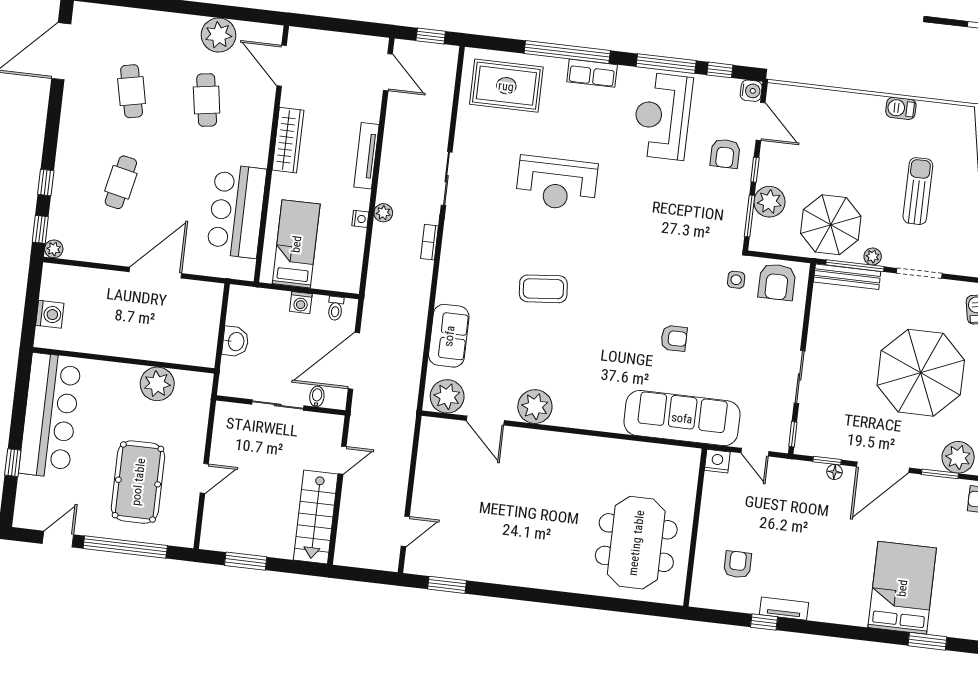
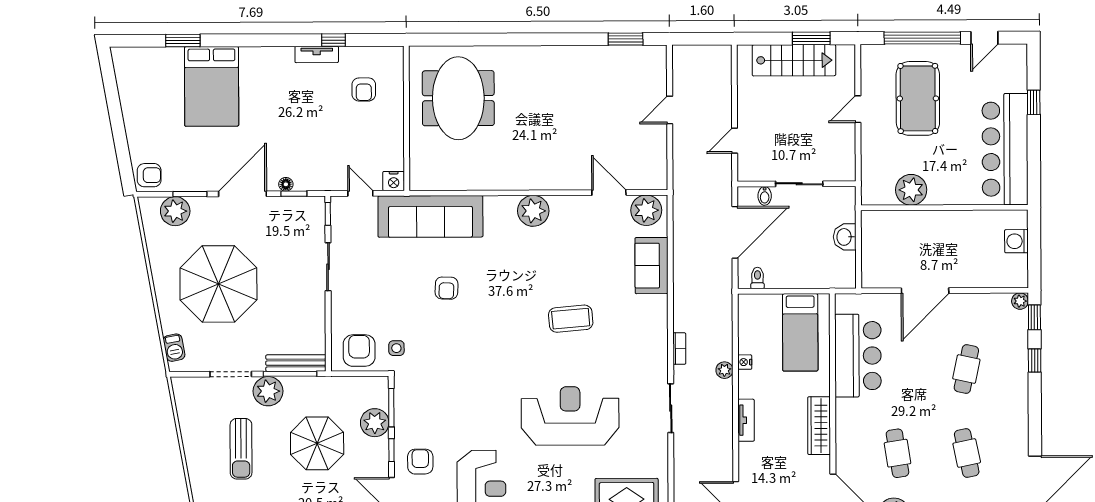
tv unit: (366, 156) -> (746, 420), width x0.71
reception desk: (557, 183) -> (570, 416), width x1.36, depth x1.30
parasol: (831, 225) -> (317, 443), moved
plant: (873, 256) -> (268, 391), width x1.88, depth x1.88
washing machine: (301, 303) -> (790, 279), removed
armchair: (674, 338) -> (447, 288), turned -88
plant: (535, 407) -> (533, 211), moved
stairs: (316, 517) -> (794, 60), moved, turned 90
door: (405, 531) -> (670, 110), moved

